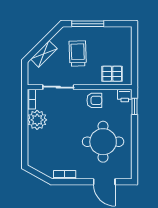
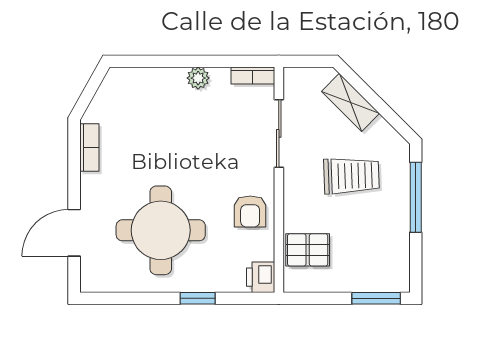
window: (134, 42) -> (376, 298), added
pallet: (112, 74) -> (308, 250), turned 90
window: (134, 106) -> (198, 298), moved
plant: (37, 120) -> (198, 78), width x0.53, depth x0.53

